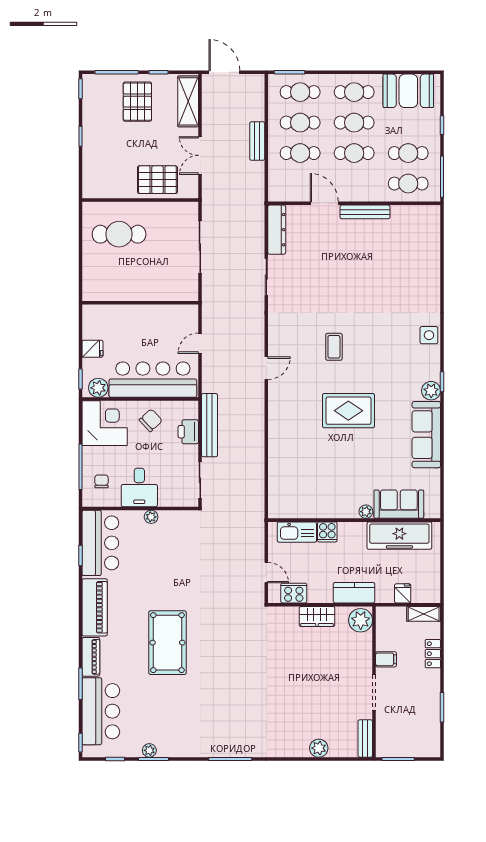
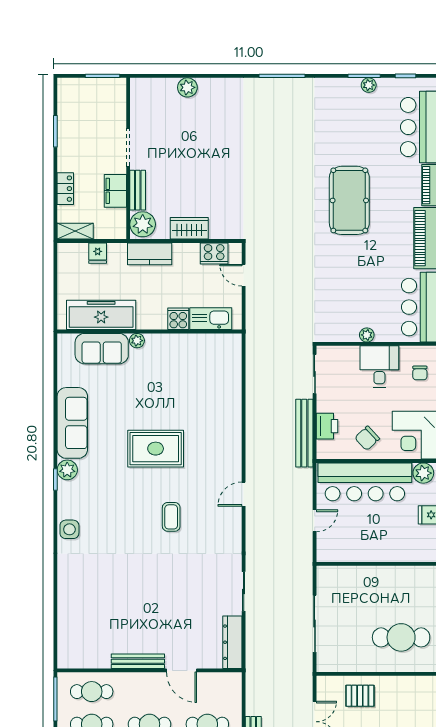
pallet: (157, 180) -> (360, 696), width x0.67, depth x0.71
filing cabinet: (386, 659) -> (115, 191), width x2.00
bench: (365, 738) -> (138, 190), moved

